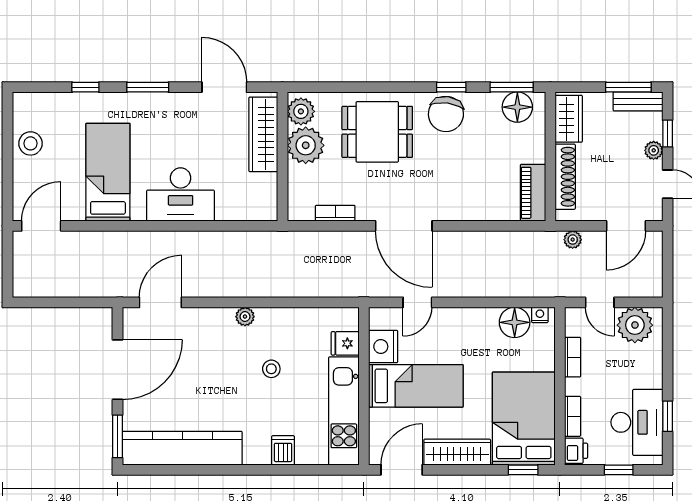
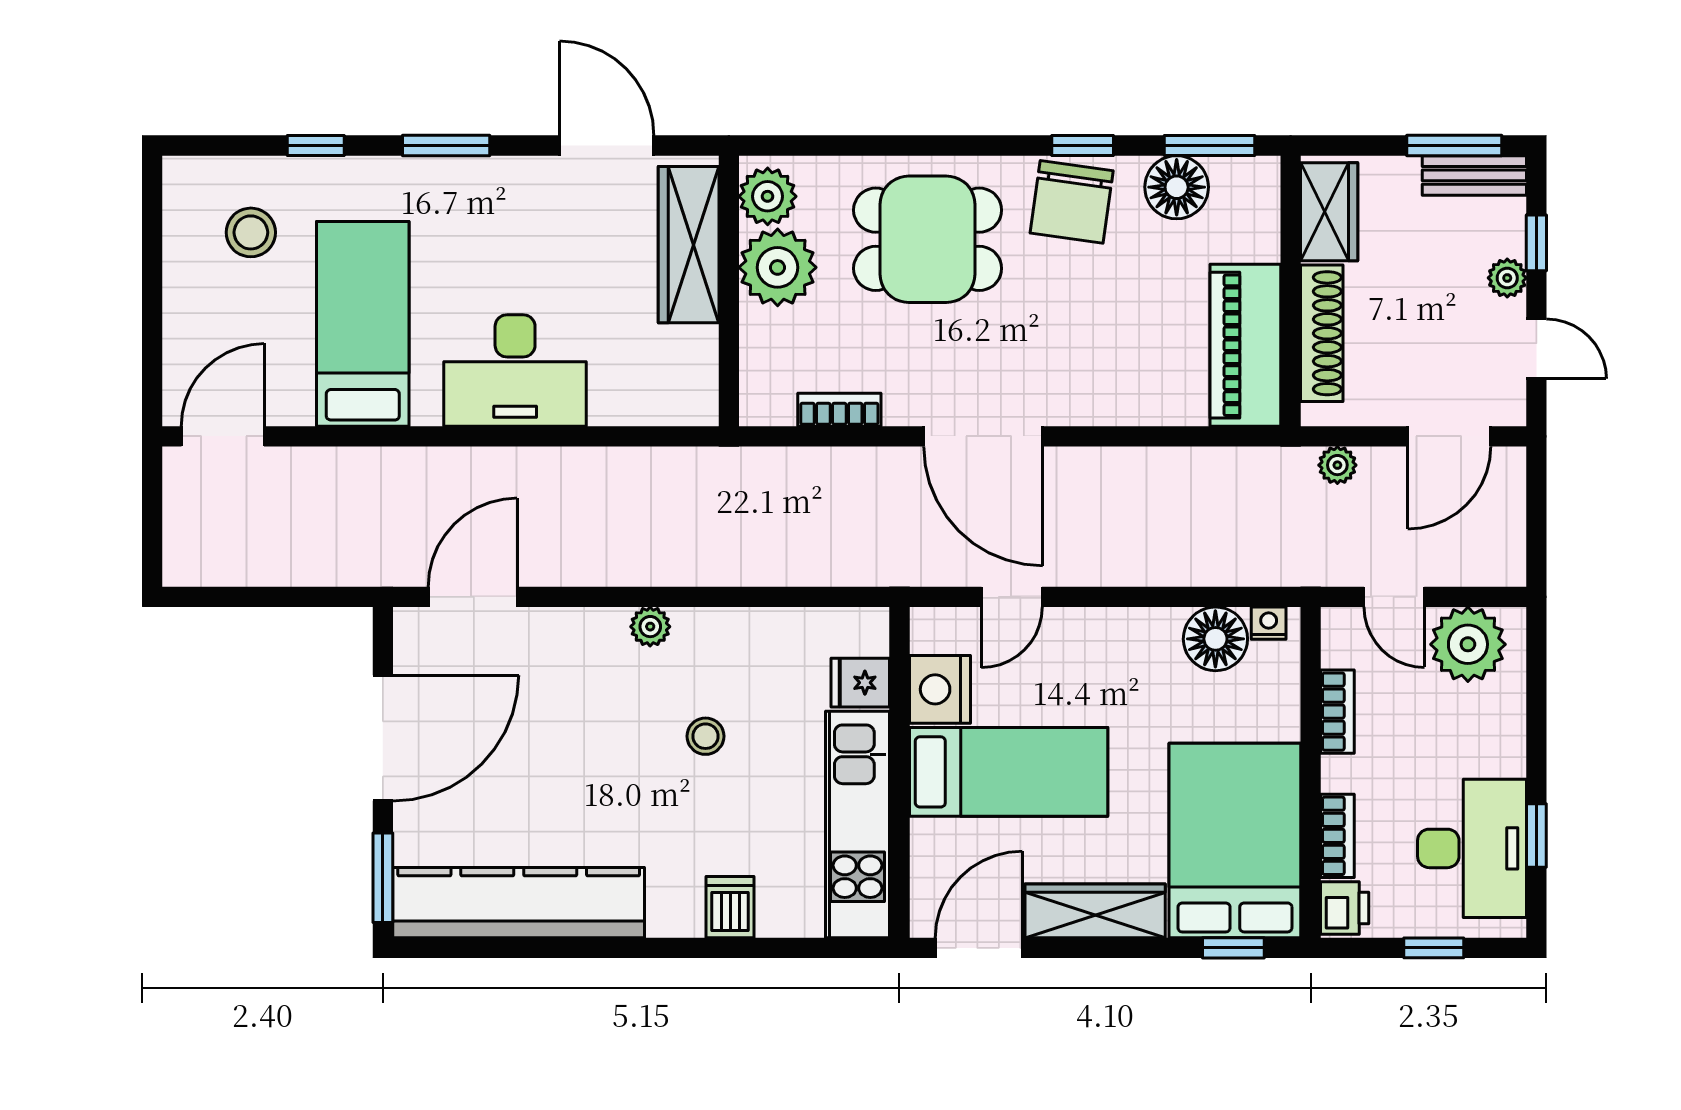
floor lamp: (517, 107) -> (1177, 187), moved
stool: (30, 143) -> (251, 232), moved
piano: (533, 193) -> (1245, 345), width x1.37, depth x1.33

